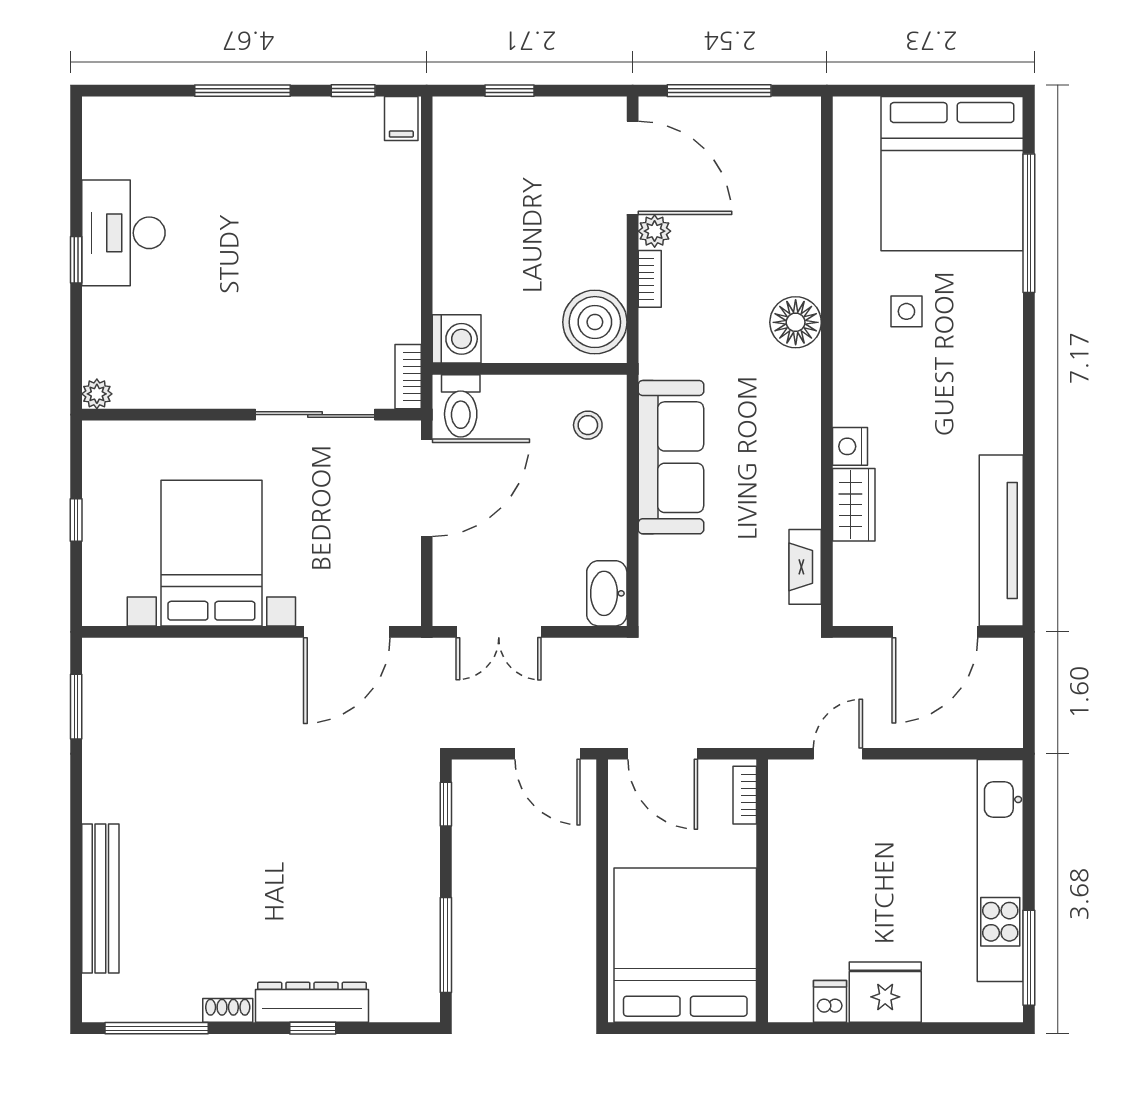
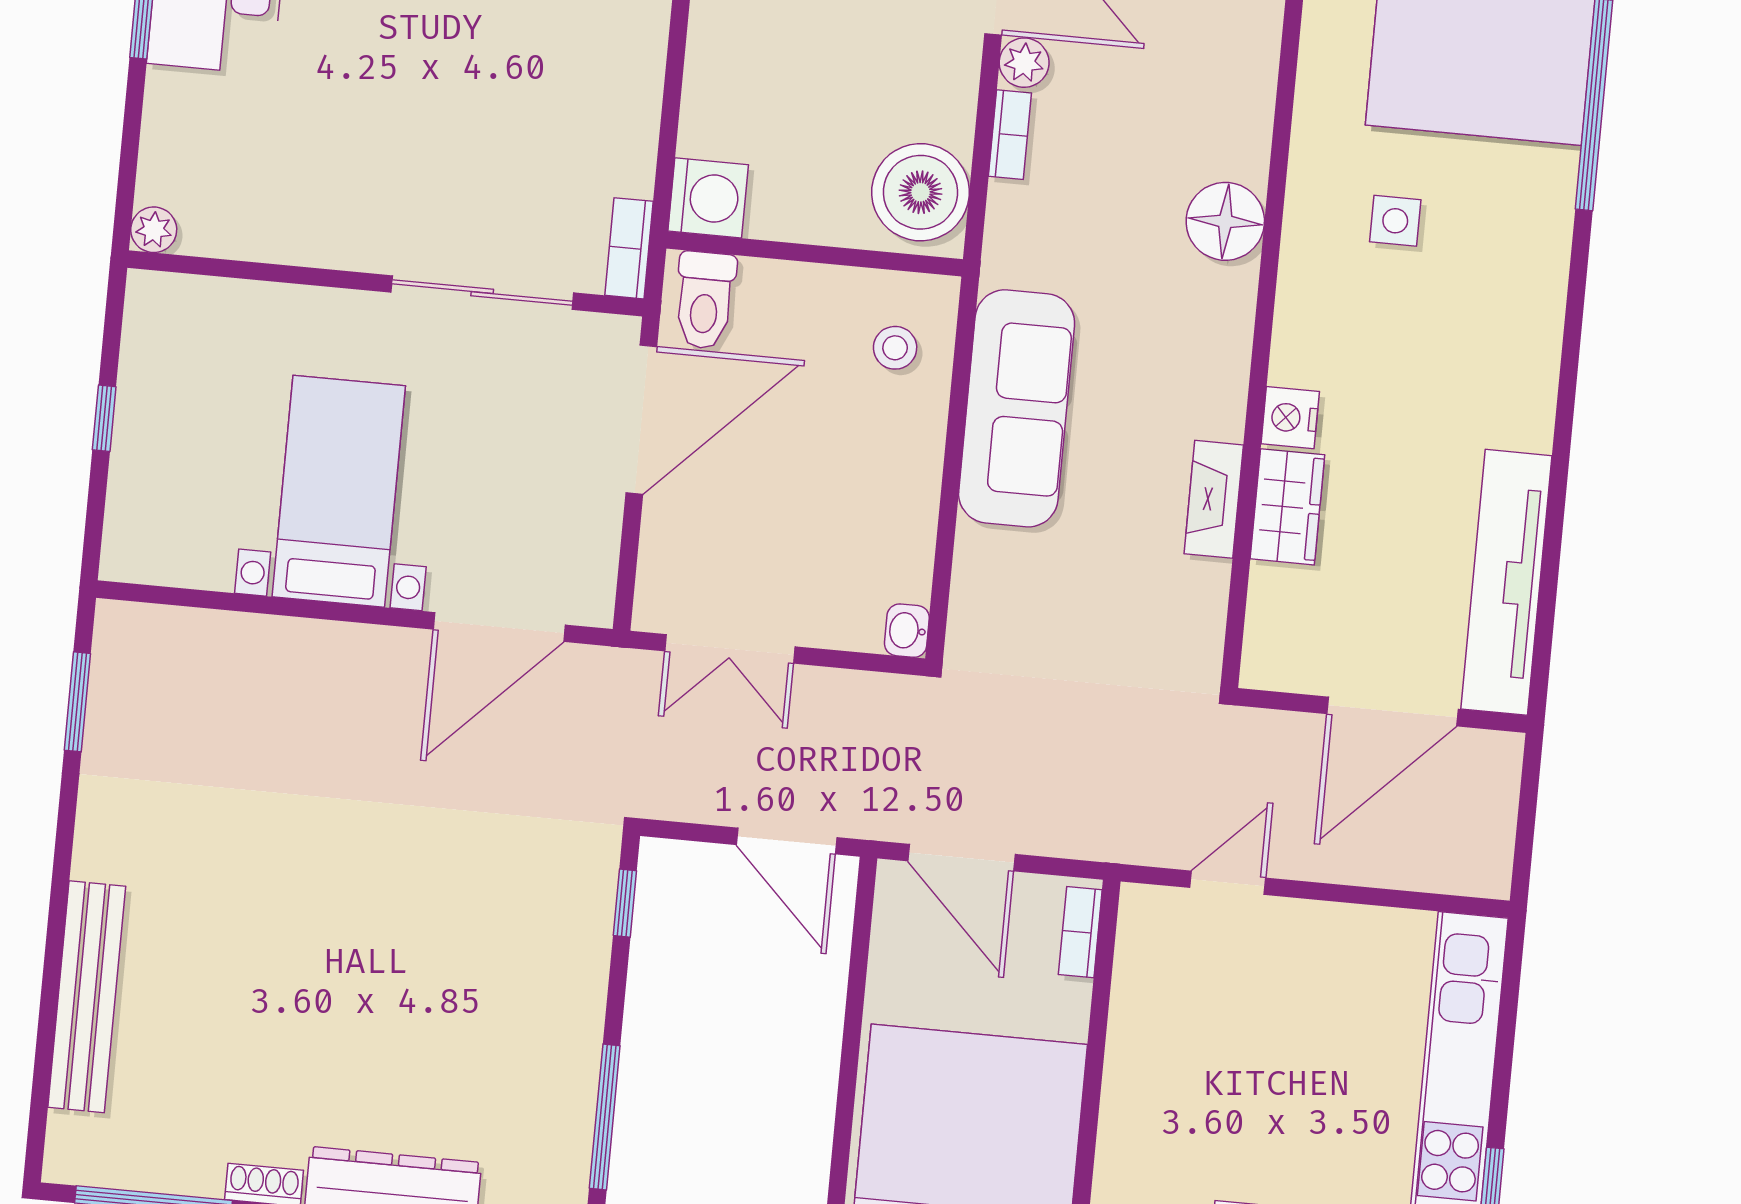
bed with nightstands: (211, 553) -> (339, 491), width x0.73
fireplace: (805, 567) -> (1214, 499), moved
washbasin: (607, 593) -> (907, 631), width x0.52, depth x0.69

